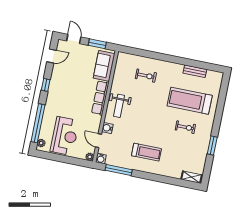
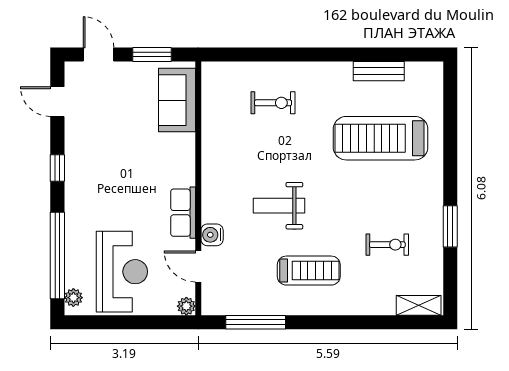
door: (52, 56) -> (57, 102), swing flipped
row of seats: (100, 98) -> (183, 213), moved, width x0.68
weight bench: (119, 106) -> (279, 206), moved, turned 90
exercise bike: (185, 127) -> (387, 245), moved
water cooler: (101, 159) -> (211, 305), removed

